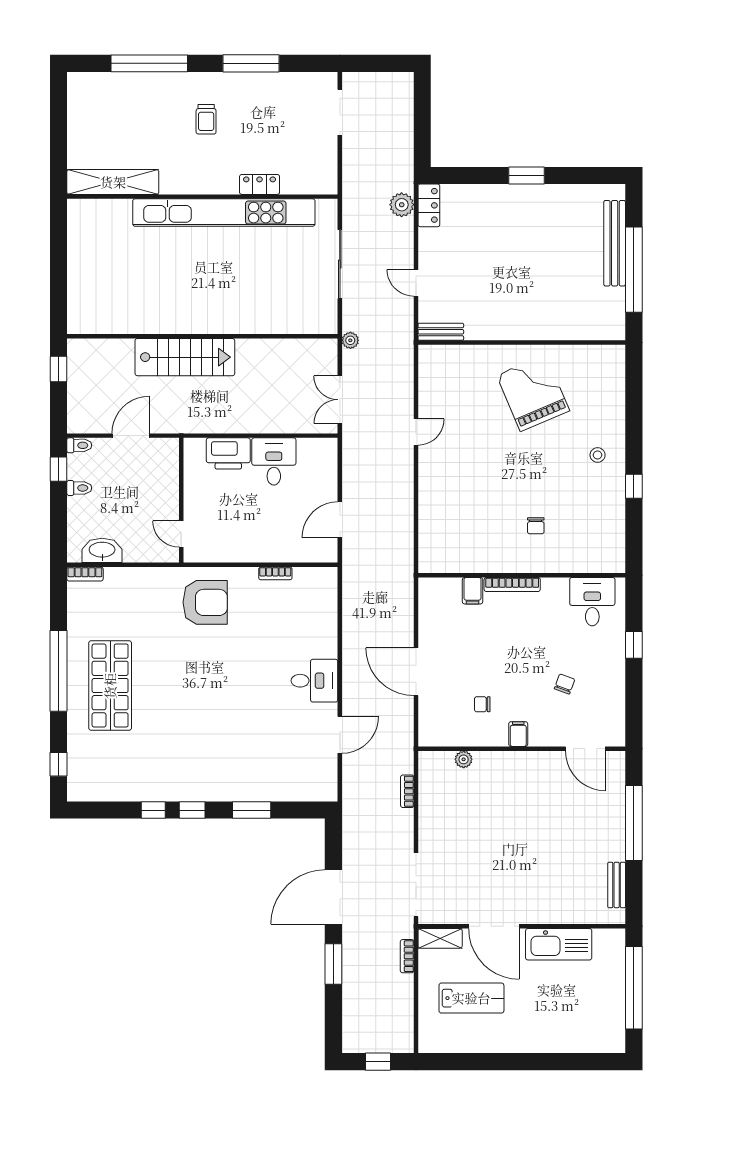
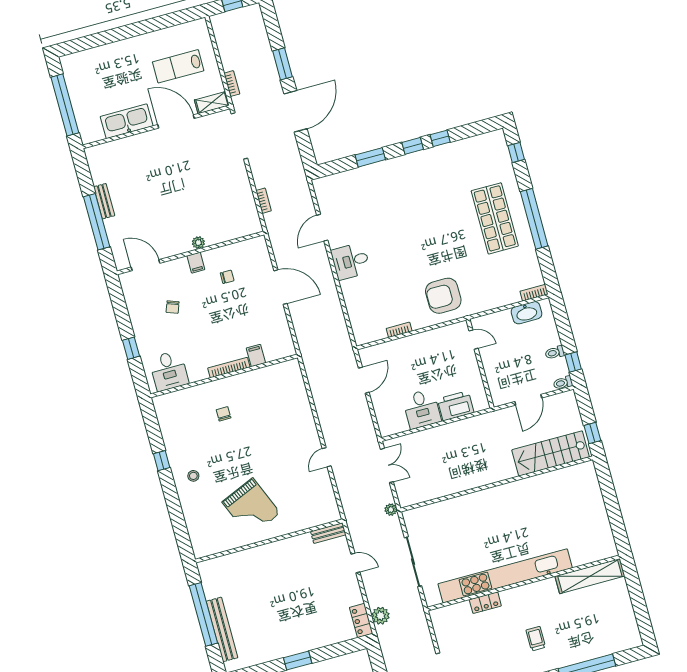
stairs: (185, 357) -> (551, 453), moved
plant: (464, 759) -> (198, 243), moved
bench: (617, 885) -> (104, 201), moved

